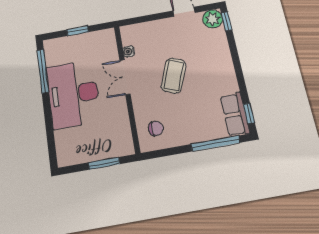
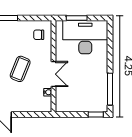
window: (77, 31) -> (96, 114), moved
desk: (73, 94) -> (85, 37), moved, turned -90

